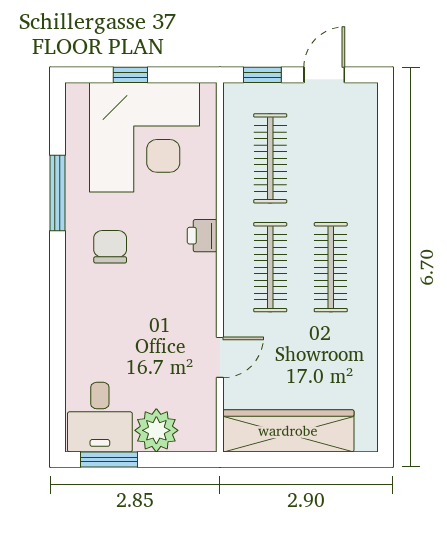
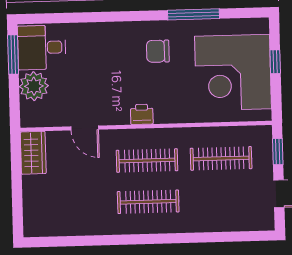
printer: (202, 236) -> (142, 114), moved
chair: (110, 247) -> (158, 51), turned 180
wardrobe: (288, 431) -> (33, 153), width x0.48, depth x0.85

